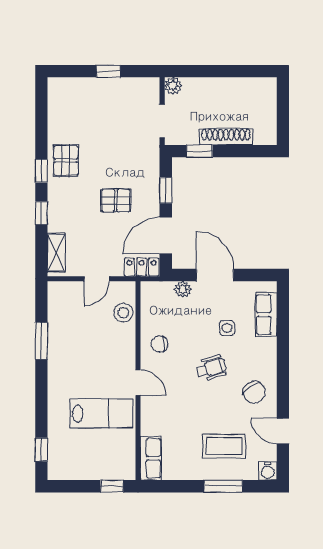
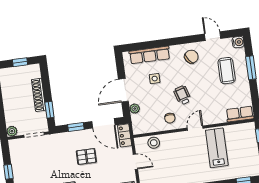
window: (283, 114) -> (20, 62), added
pallet: (116, 201) -> (86, 156), turned 90
row of seats: (266, 314) -> (150, 55), width x1.48
wheelchair: (211, 368) -> (182, 95), moved
door: (283, 431) -> (213, 36), swing flipped

